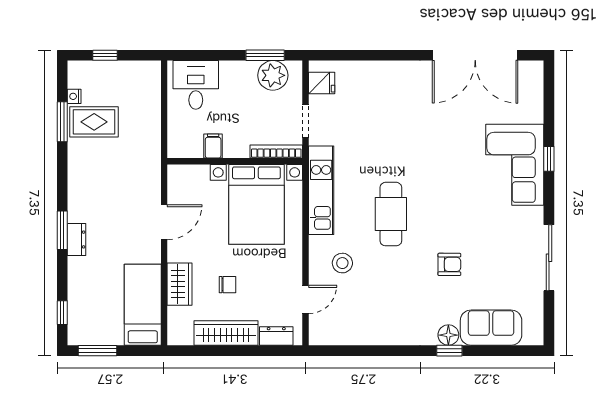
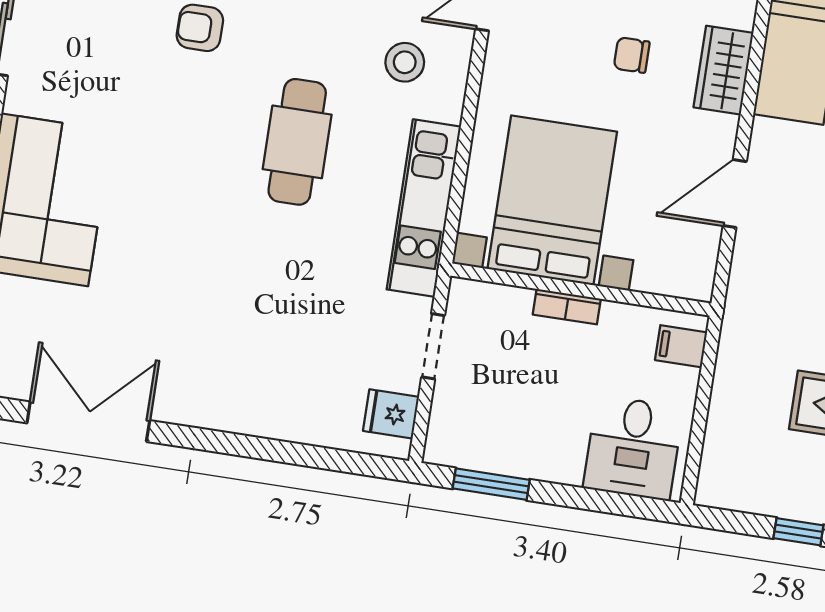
double door: (475, 55) -> (88, 422), width x0.73
plant: (273, 75) -> (482, 443), removed
filing cabinet: (213, 146) -> (681, 346), moved, turned 90
bookcase: (276, 151) -> (567, 307), moved, width x0.64

